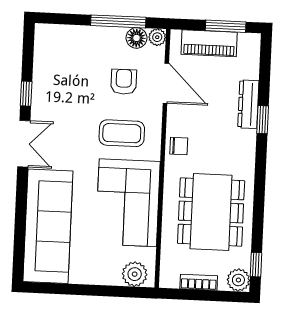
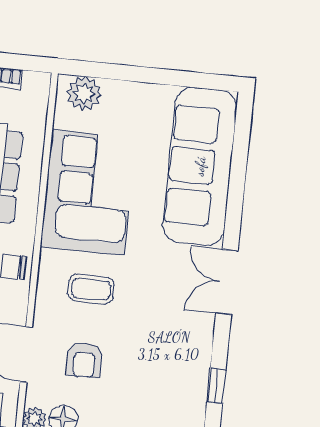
window: (26, 94) -> (216, 386), moved
coffee table: (122, 133) -> (91, 289), width x0.73, depth x0.77

